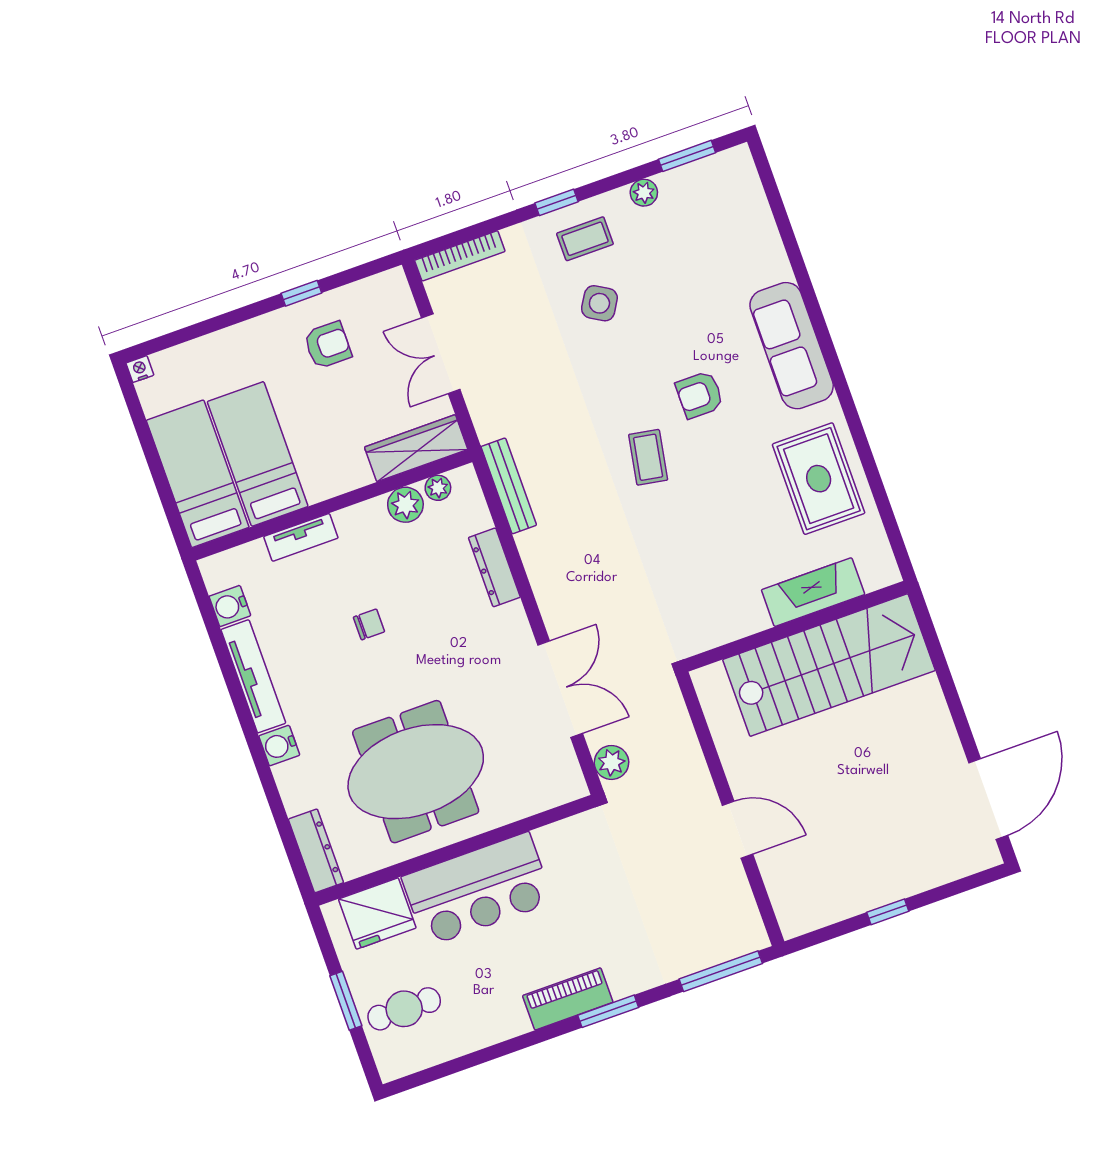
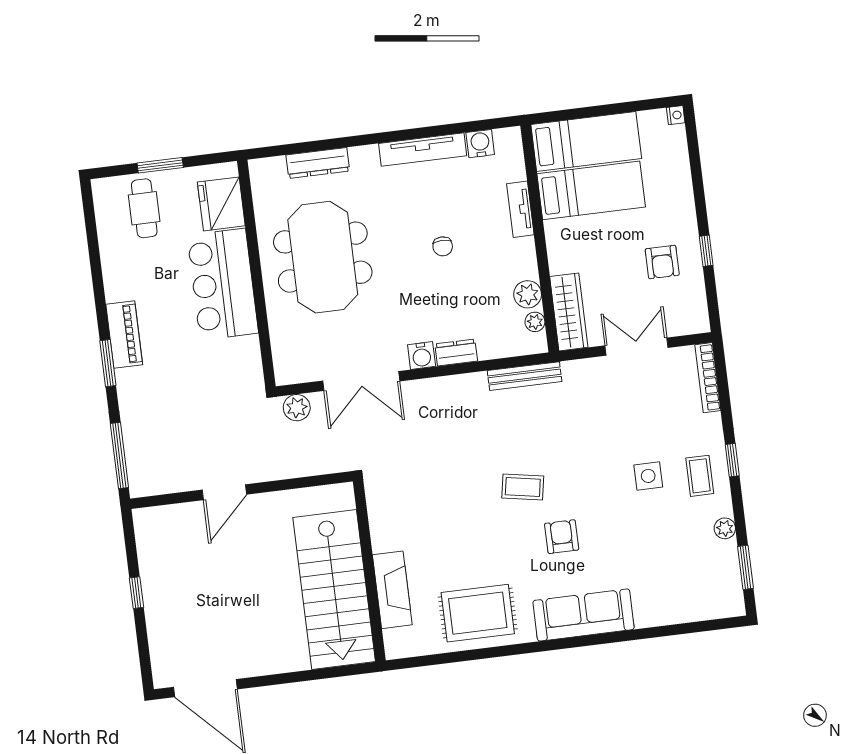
side table: (599, 303) -> (648, 476), turned -31
dresser: (494, 567) -> (456, 352), width x0.70
water cooler: (279, 746) -> (422, 356), moved, turned 180
dresser: (316, 851) -> (318, 163), moved

